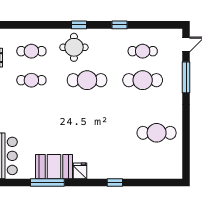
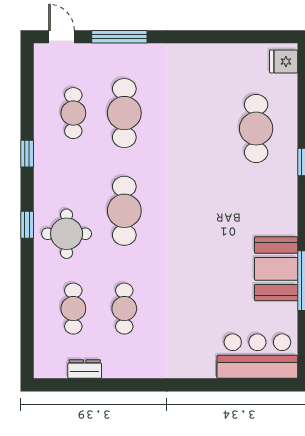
cafe table: (157, 133) -> (256, 129), moved
fridge: (80, 171) -> (284, 61), moved

